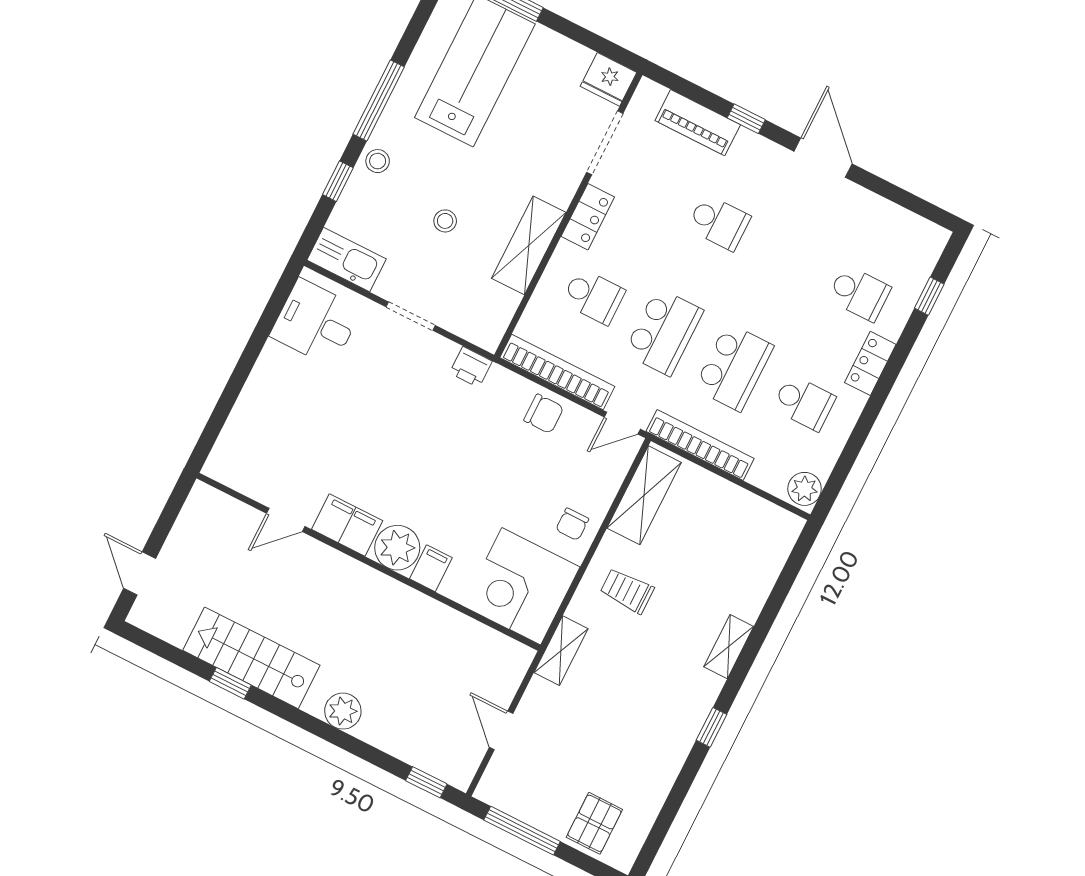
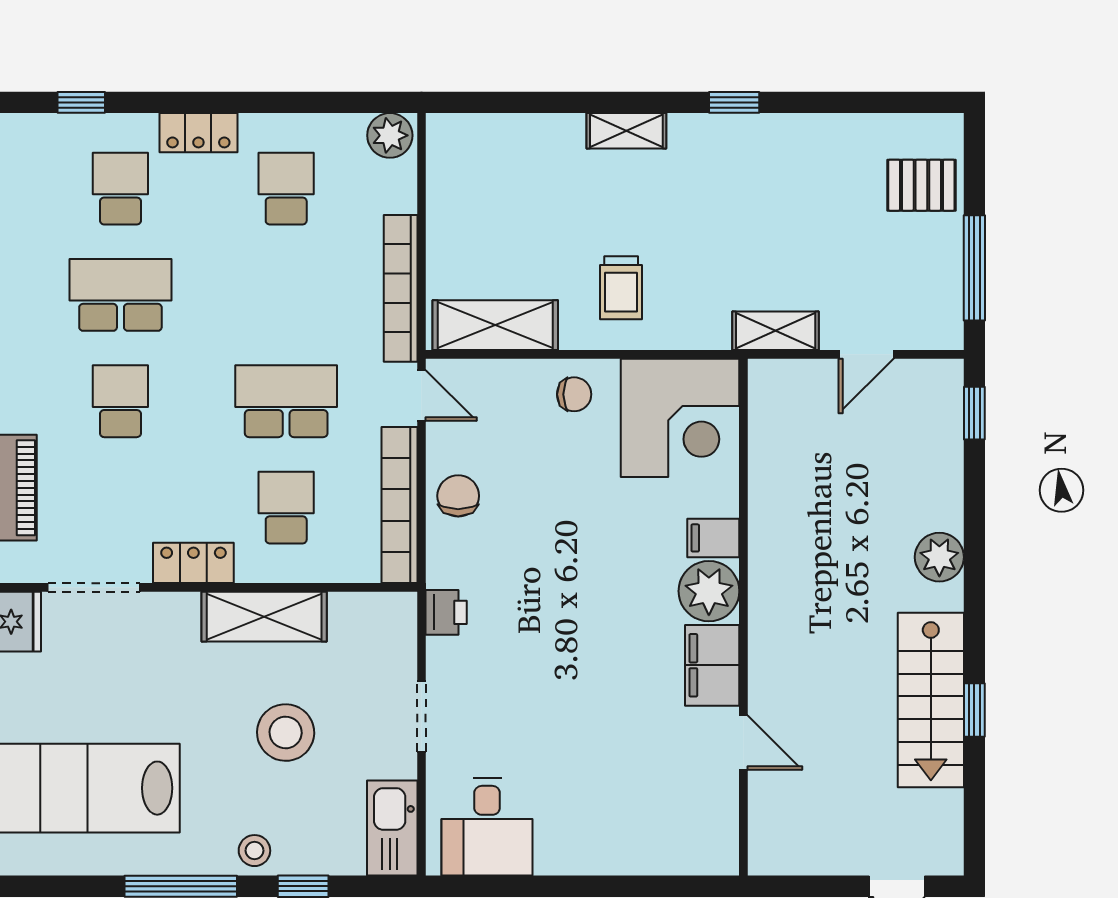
stool: (445, 221) -> (286, 733), width x1.89, depth x1.89
school desk: (734, 367) -> (120, 295), moved
shelving: (561, 651) -> (776, 331), moved

